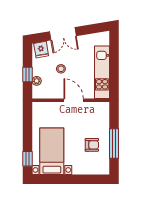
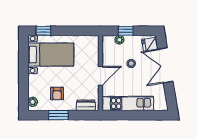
double door: (63, 34) -> (165, 65), width x1.37
dresser: (104, 115) -> (86, 105), added
window: (114, 144) -> (58, 115), width x0.69
plant: (100, 170) -> (33, 102), added

